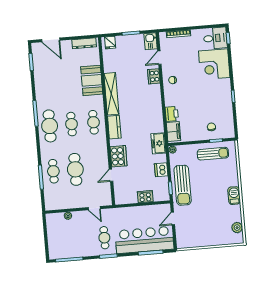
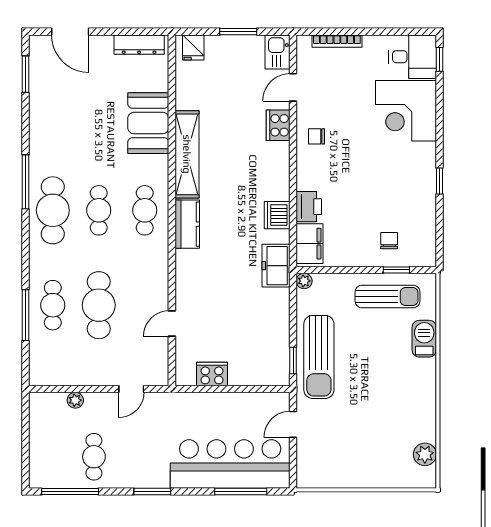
cooker: (119, 156) -> (191, 285), removed
dishwasher: (161, 170) -> (277, 215), moved
barbecue: (234, 196) -> (424, 339), moved
cooker: (145, 197) -> (212, 374), moved
door: (94, 208) -> (131, 389), hinge flipped
cafe table: (104, 238) -> (94, 457), moved

